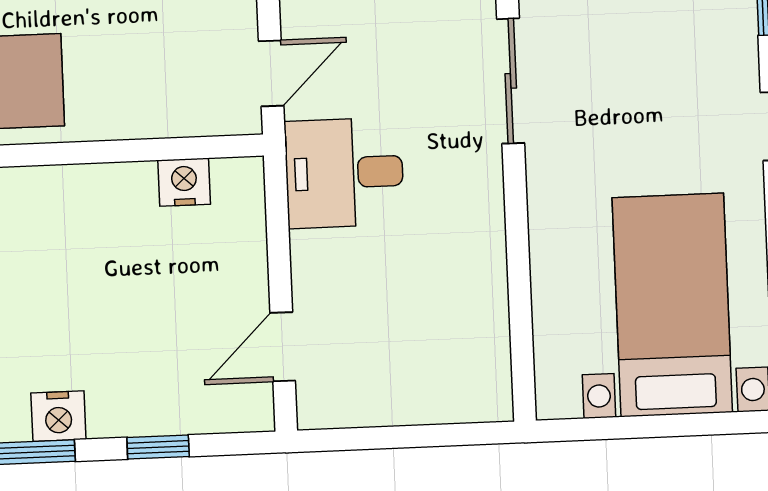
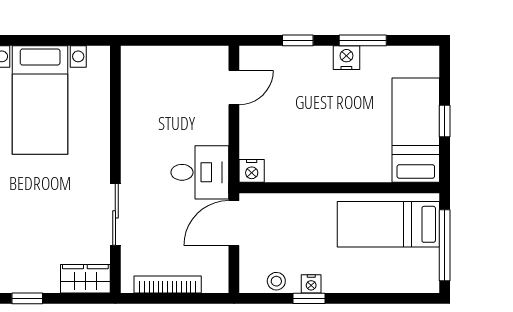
door: (271, 73) -> (234, 223), width x1.38
nightstand: (184, 182) -> (252, 171), moved

